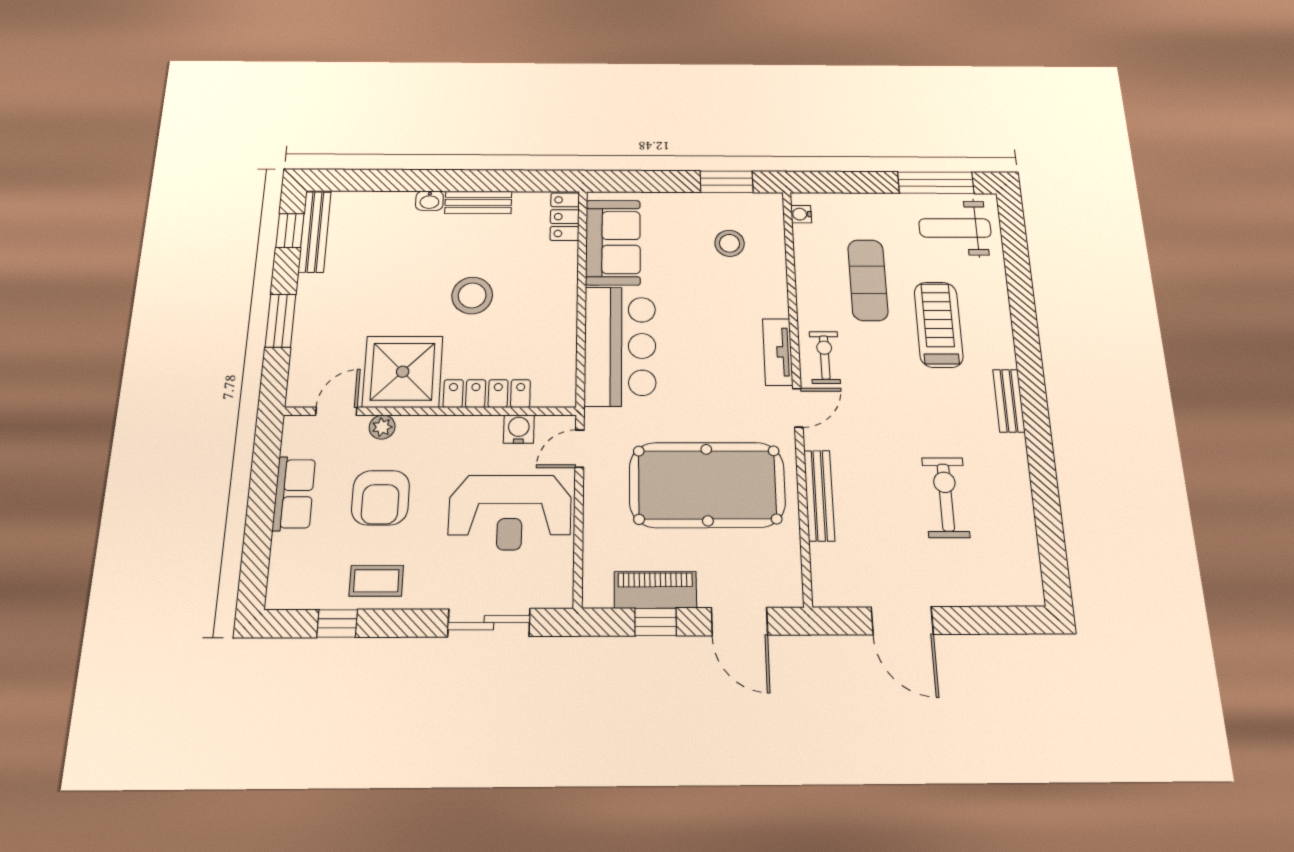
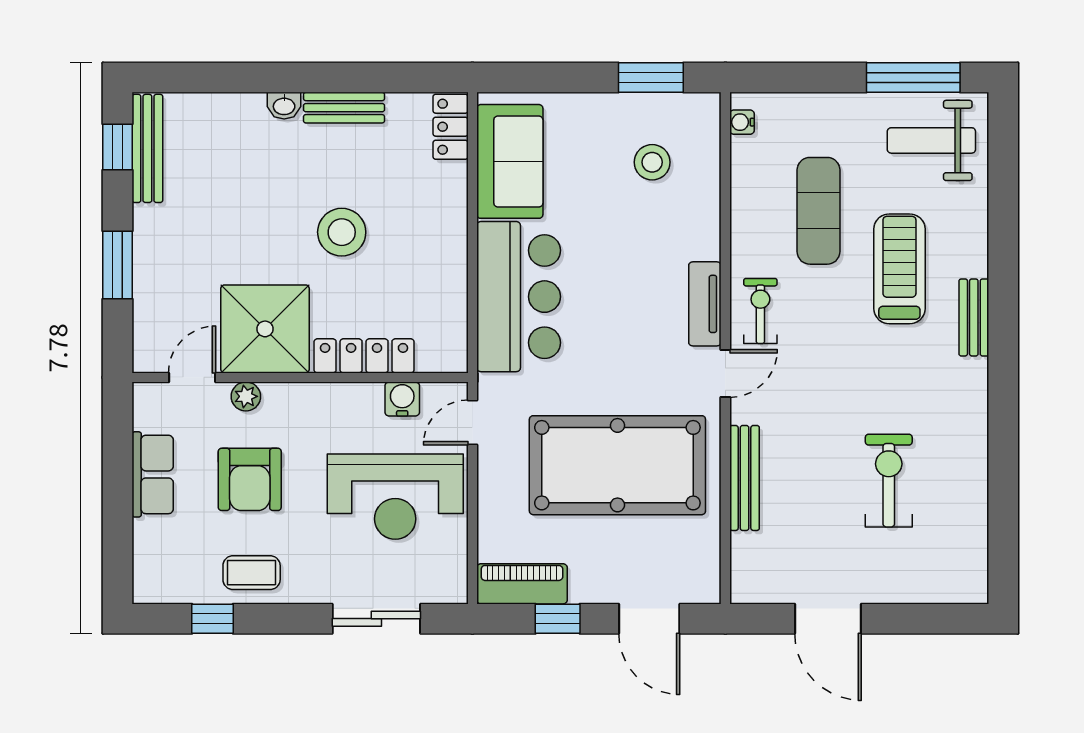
bench: (1009, 401) -> (974, 317), moved
piano: (655, 590) -> (522, 584), moved

